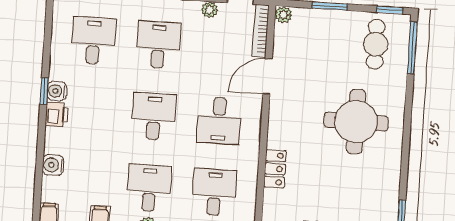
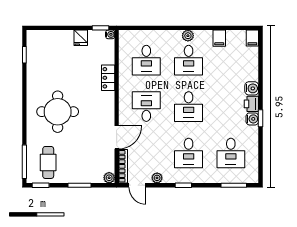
water cooler: (53, 165) -> (252, 88), moved

